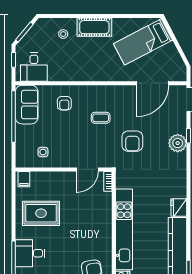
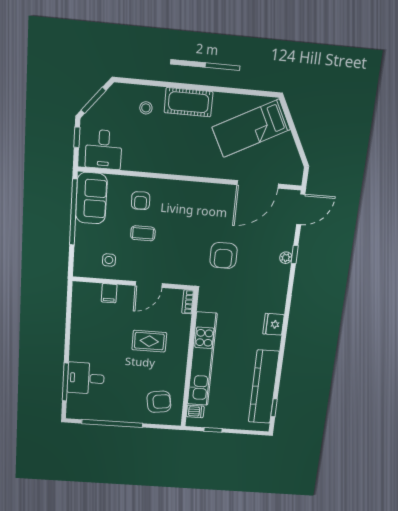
coffee table: (101, 118) -> (143, 233), moved
plant: (178, 143) -> (286, 258), width x0.53, depth x0.53
door: (87, 169) -> (149, 284), moved
filing cabinet: (24, 179) -> (109, 293), moved
fridge: (179, 208) -> (273, 324), moved
rug: (41, 213) -> (149, 341), moved, width x0.73, depth x0.70

